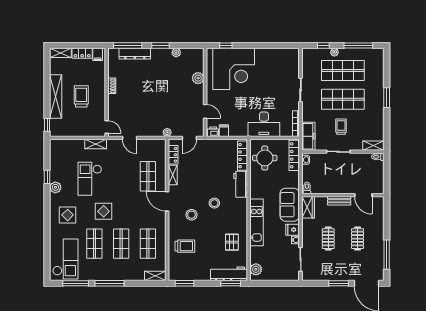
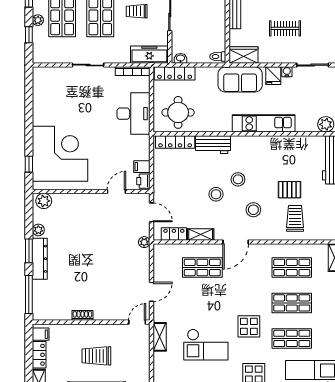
dresser: (135, 54) -> (40, 259), moved
plant: (198, 78) -> (44, 201), moved
stool: (203, 187) -> (216, 194), added
pallet: (232, 242) -> (289, 190), moved

